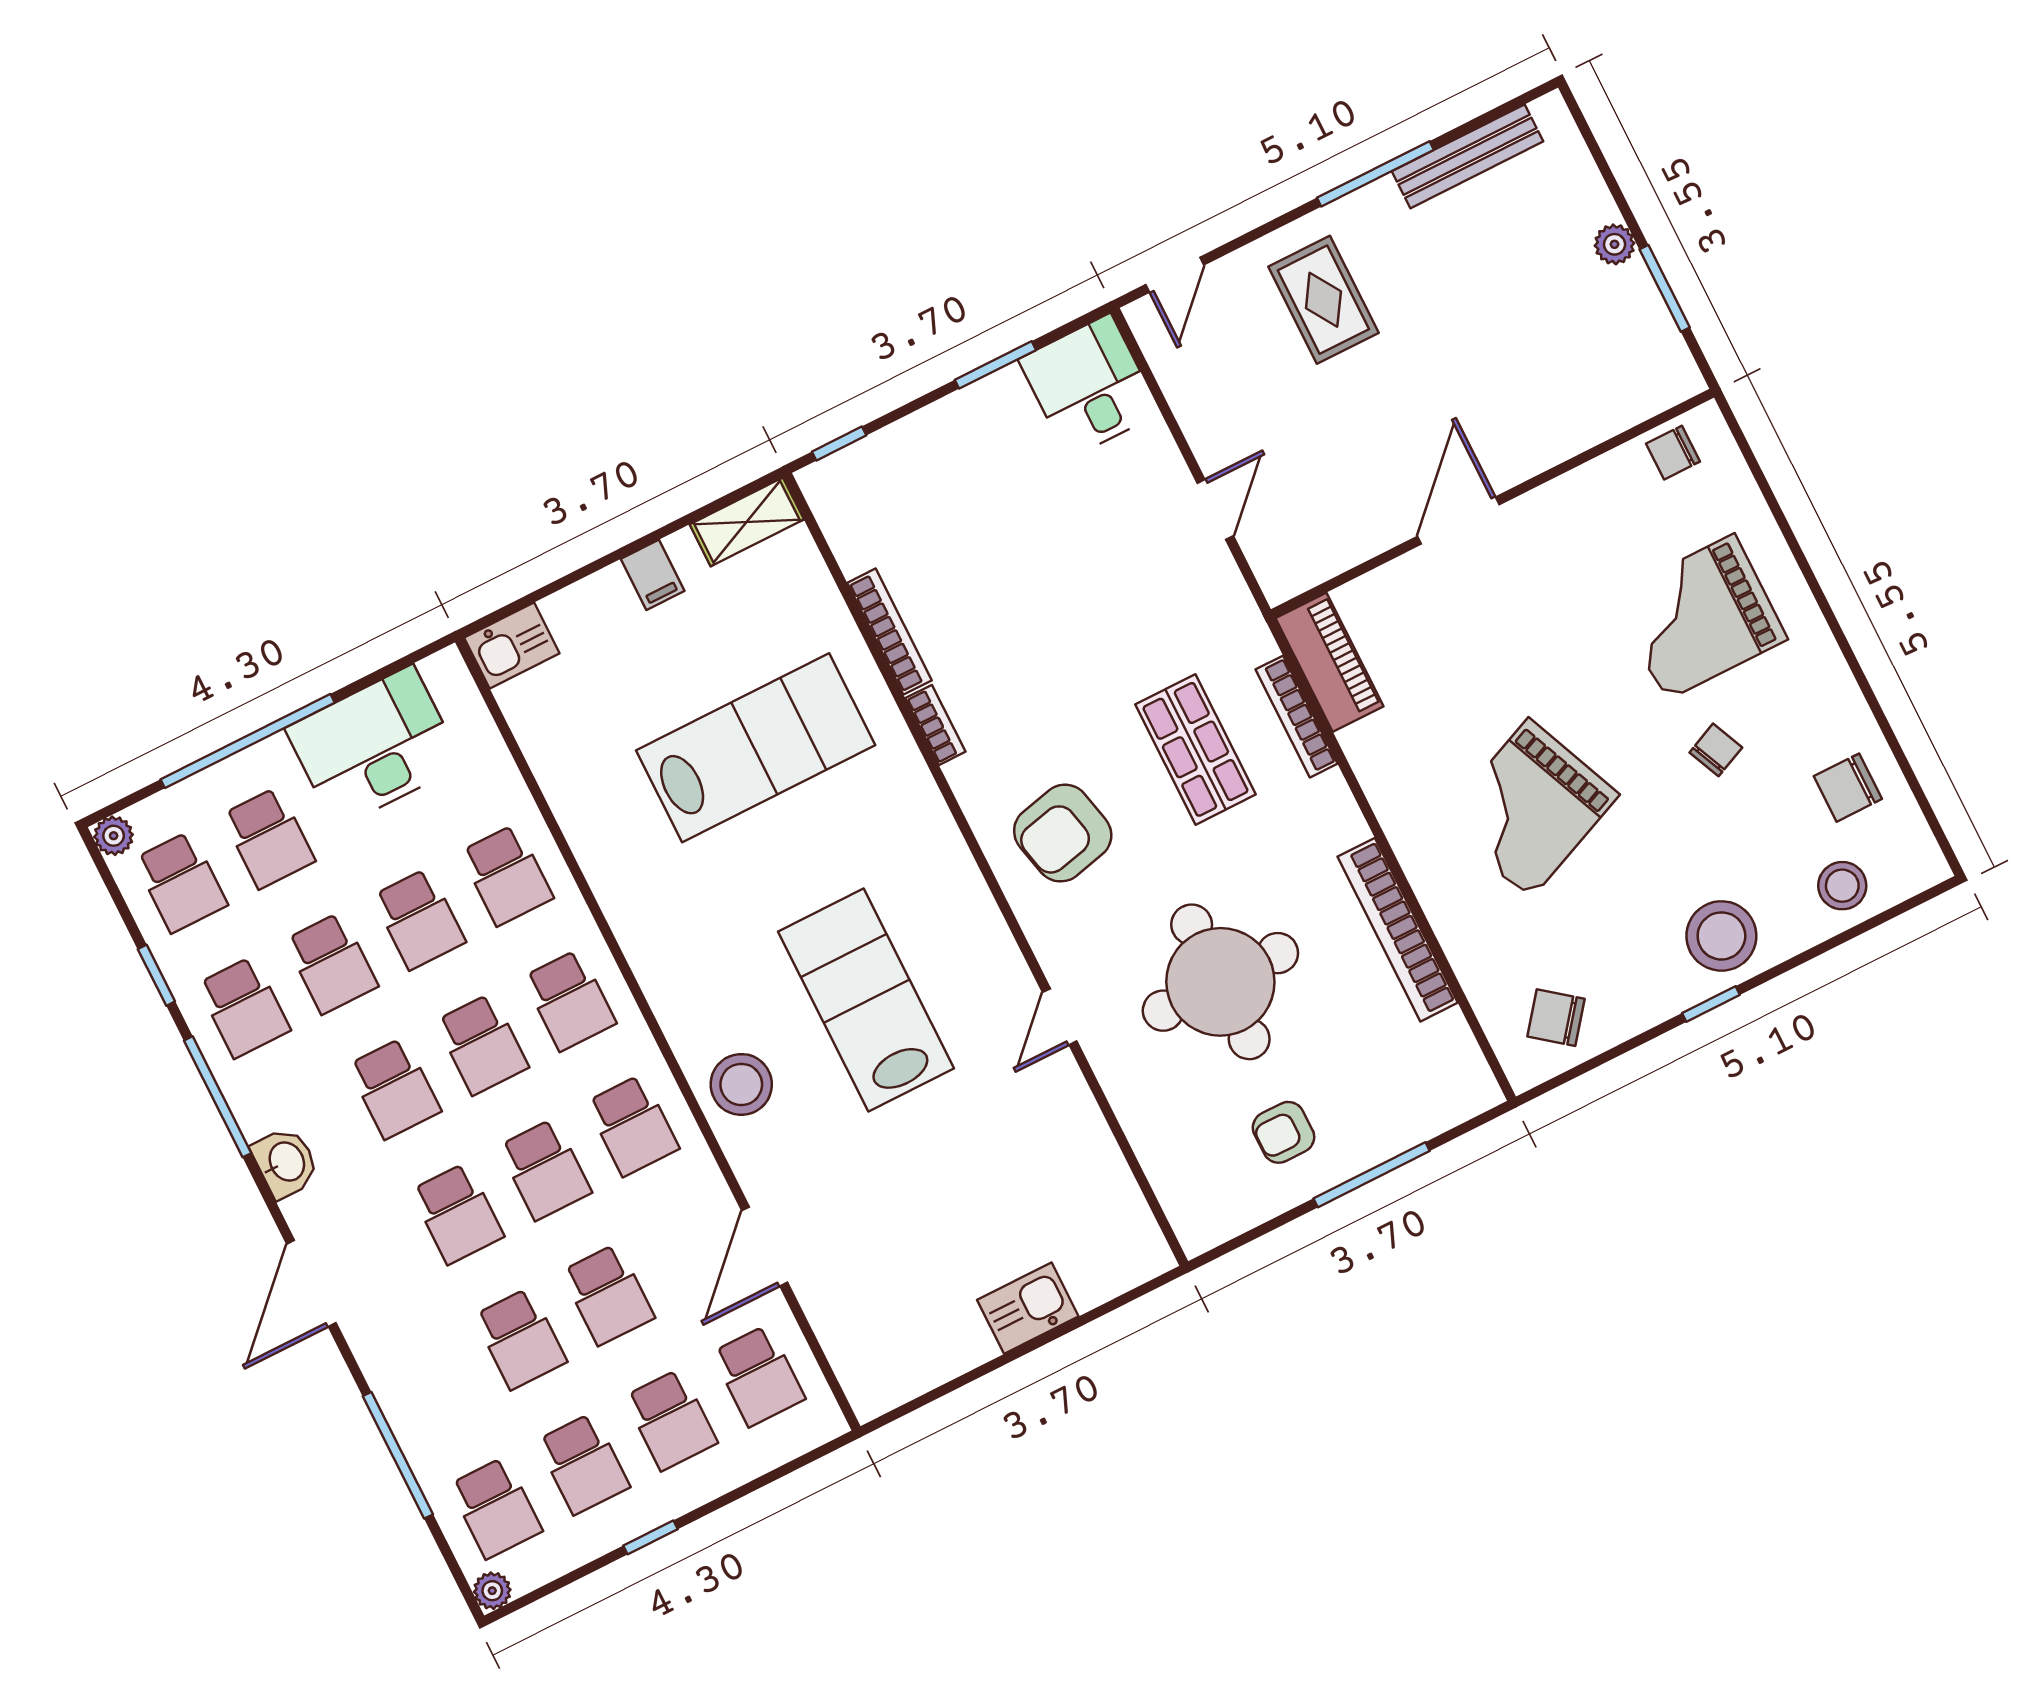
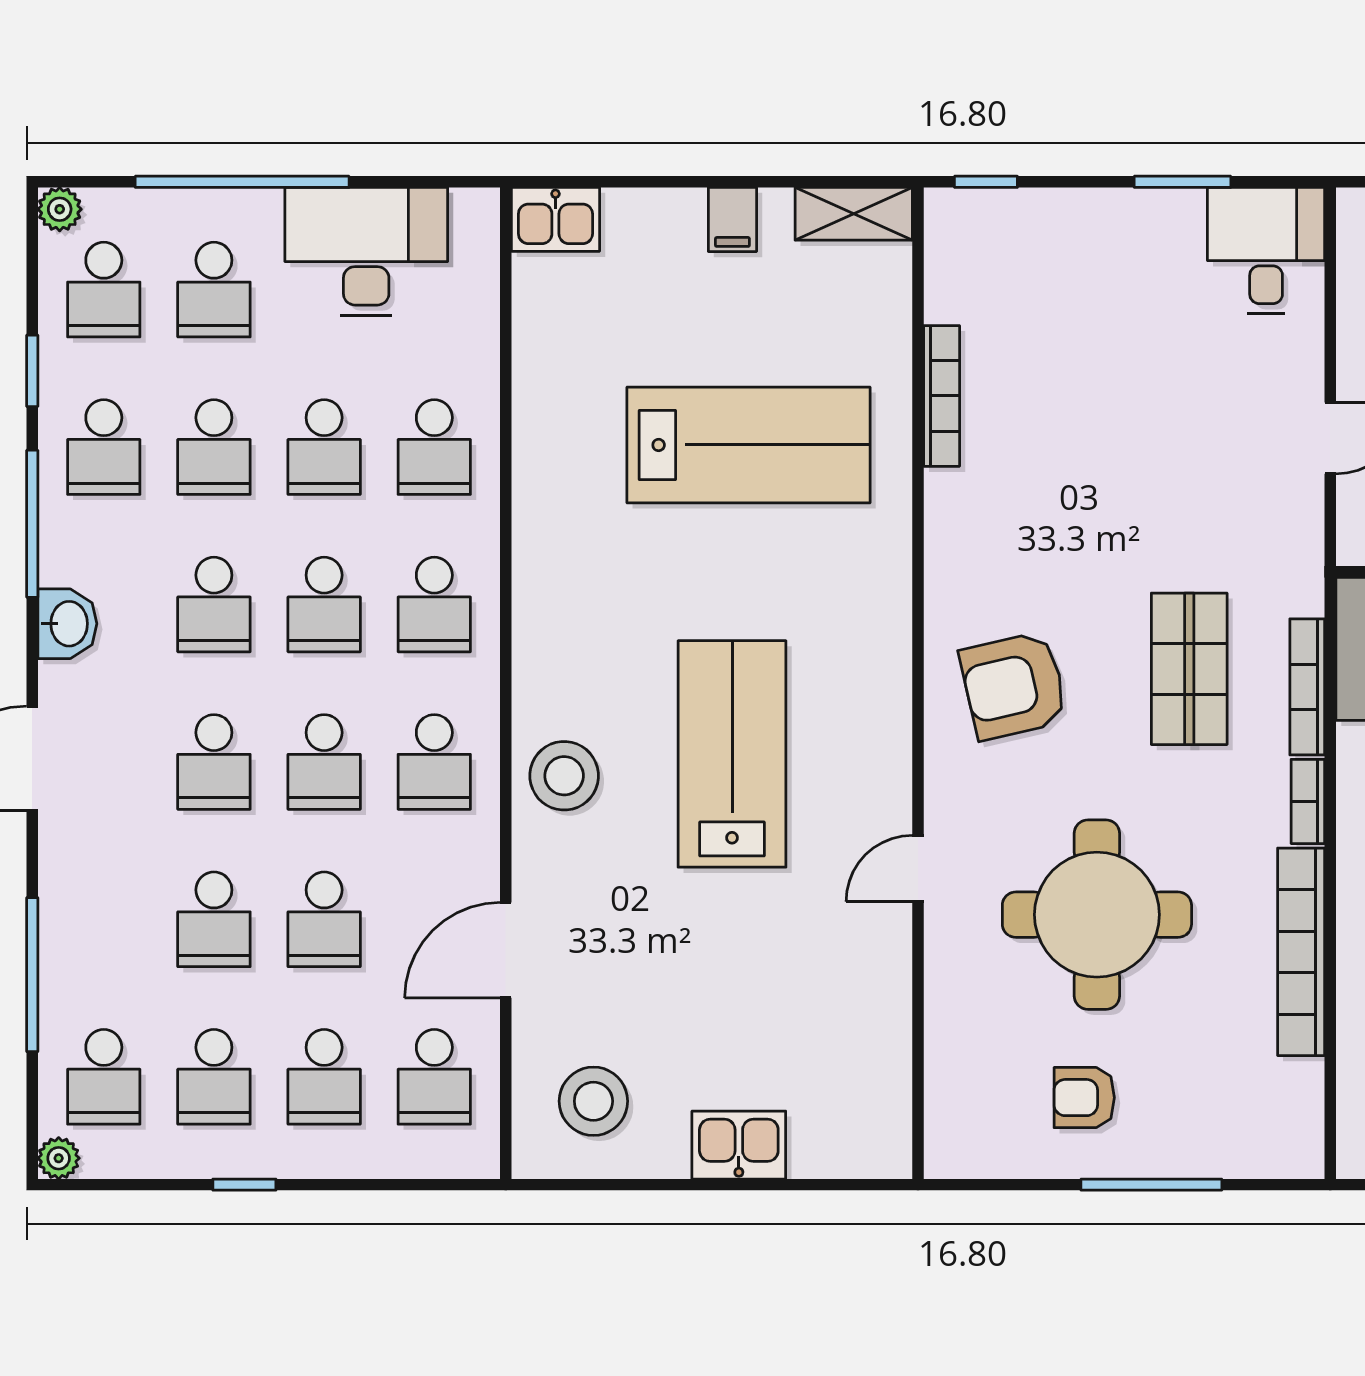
bookcase: (935, 725) -> (1308, 801), moved, turned 180
stool: (895, 1332) -> (593, 1101), added

